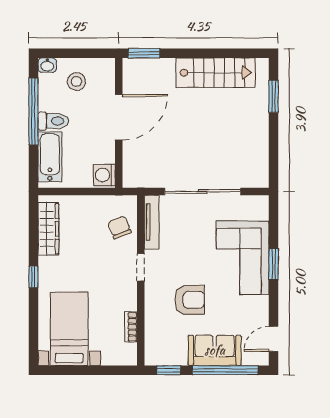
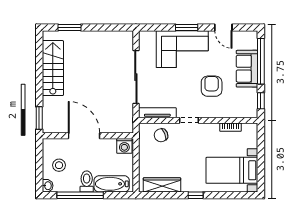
door: (274, 339) -> (223, 27), moved

